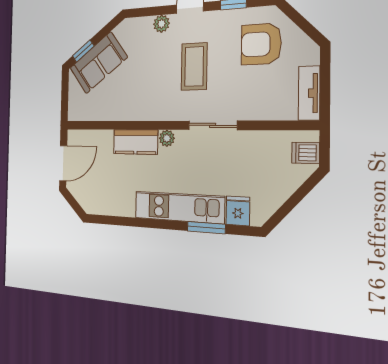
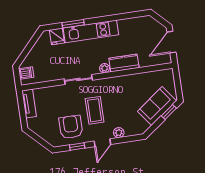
armchair: (261, 44) -> (71, 127), moved, turned -90

